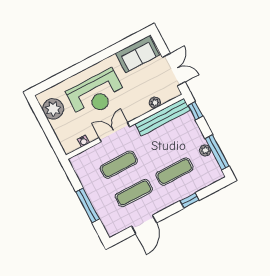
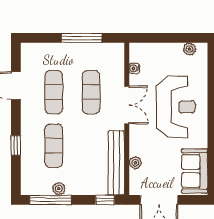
reception desk: (96, 94) -> (176, 107), turned 180
plant: (53, 109) -> (189, 49), width x0.53, depth x0.53
window: (88, 205) -> (82, 38), moved

